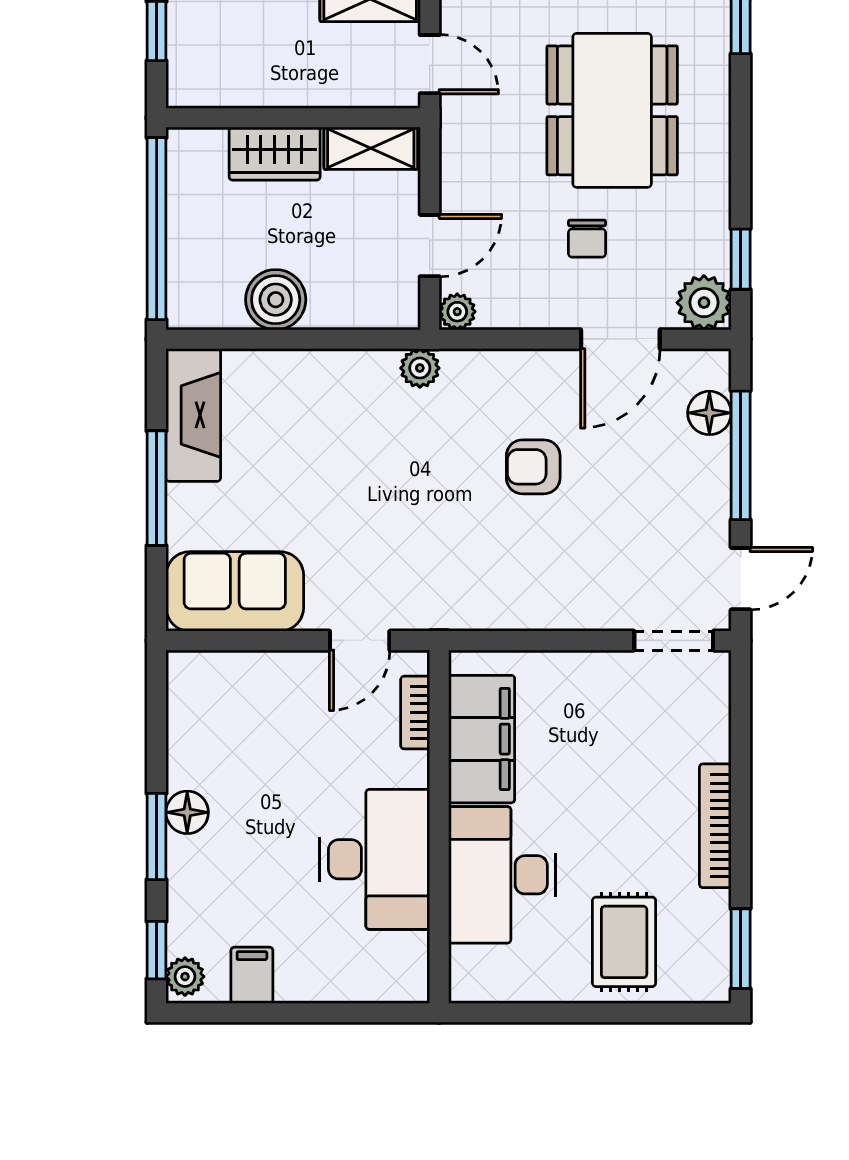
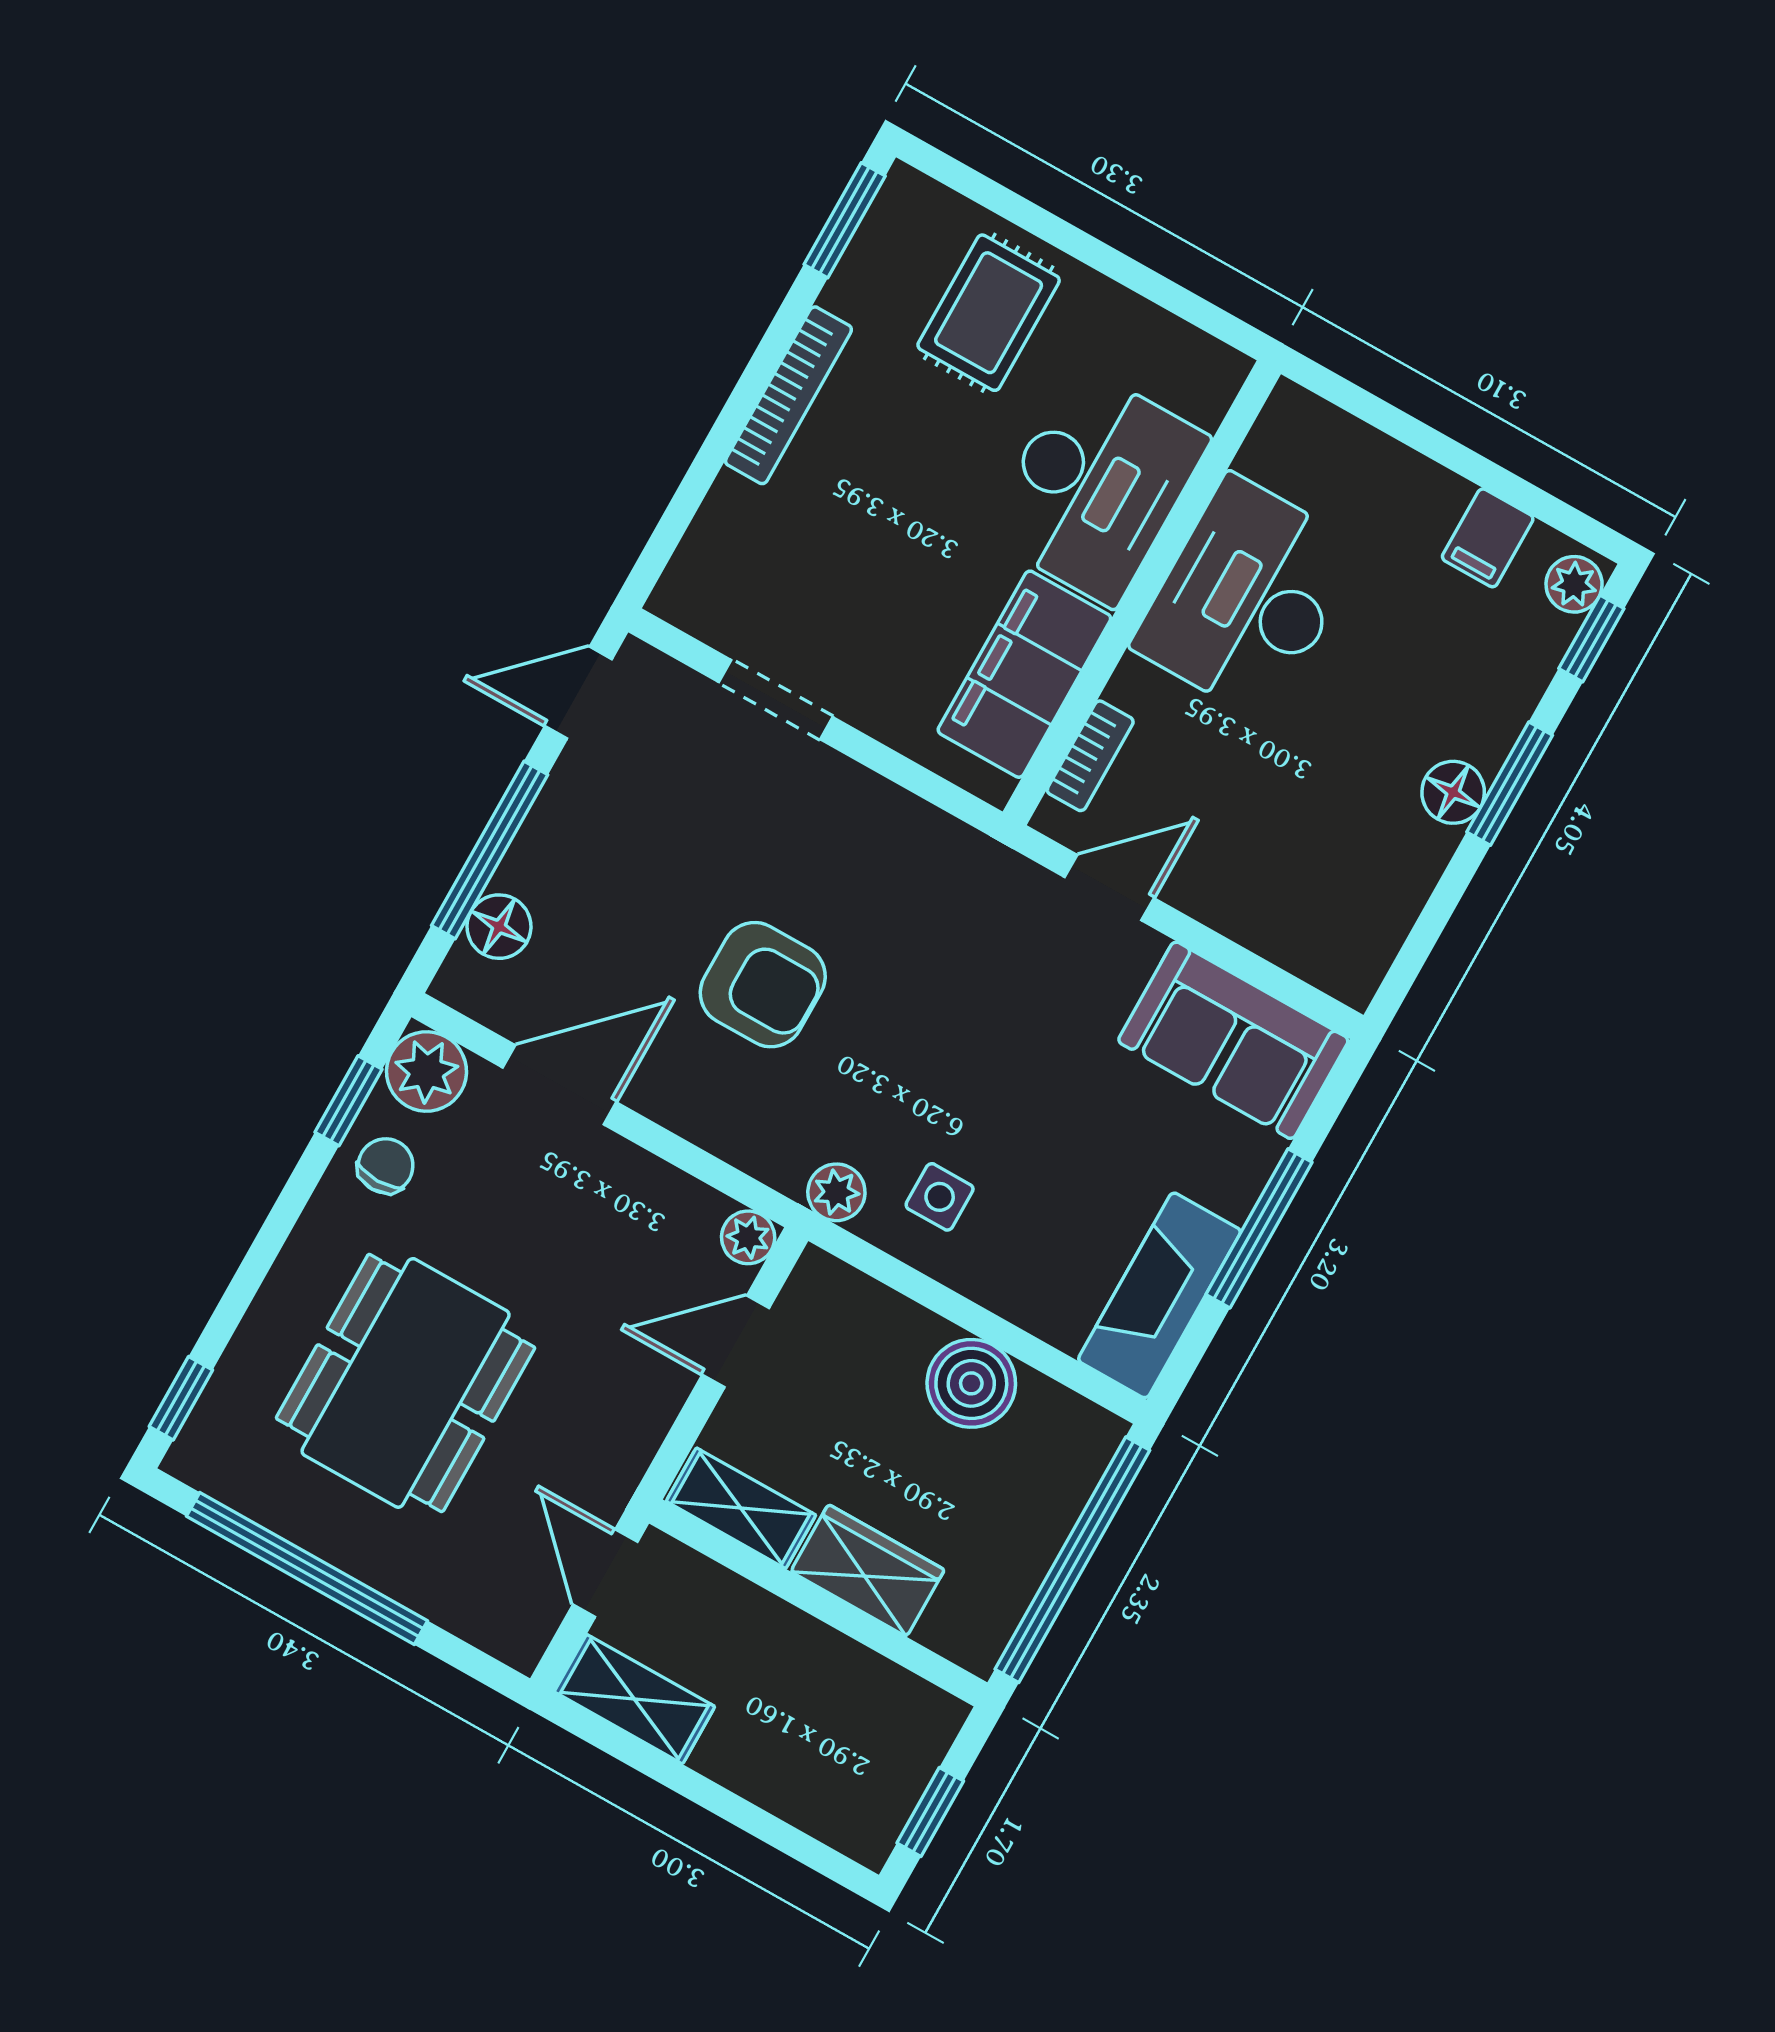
chair: (587, 239) -> (386, 1166), moved
side table: (357, 400) -> (940, 1197), added
armchair: (533, 467) -> (763, 985), width x1.38, depth x1.38
doorway: (674, 641) -> (776, 700), moved

